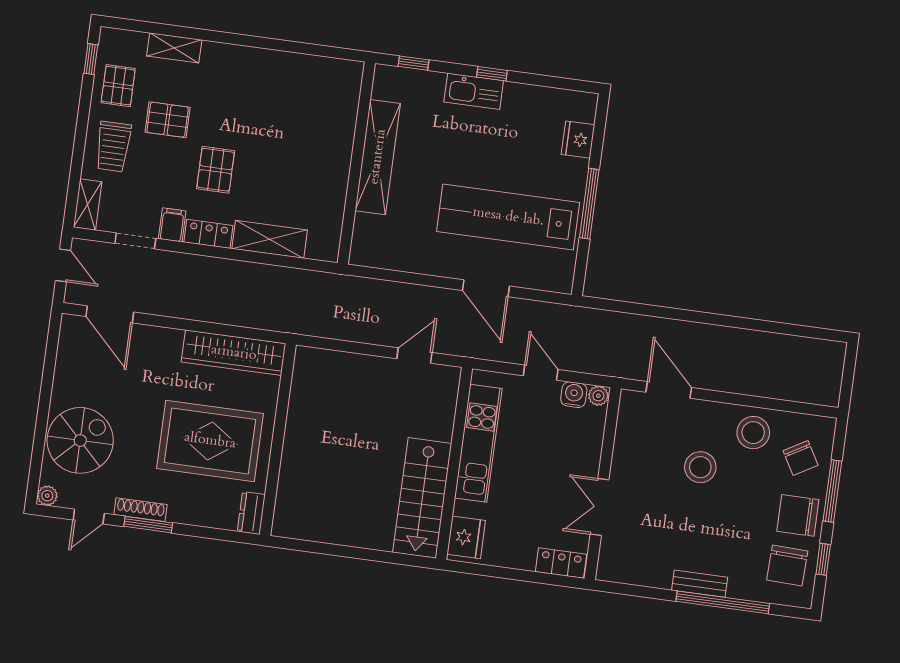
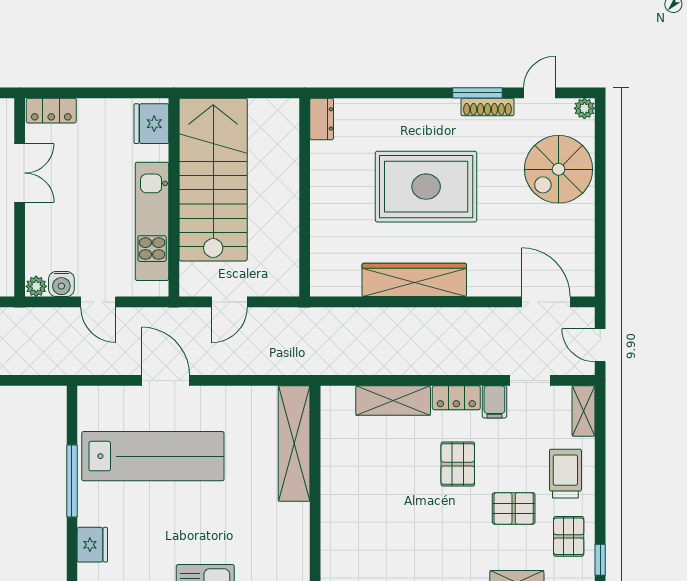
shelving: (378, 157) -> (294, 444), moved
wall: (278, 440) -> (305, 197), moved
stairs: (422, 498) -> (213, 180), width x1.36, depth x1.51
dresser: (251, 513) -> (322, 119), moved

